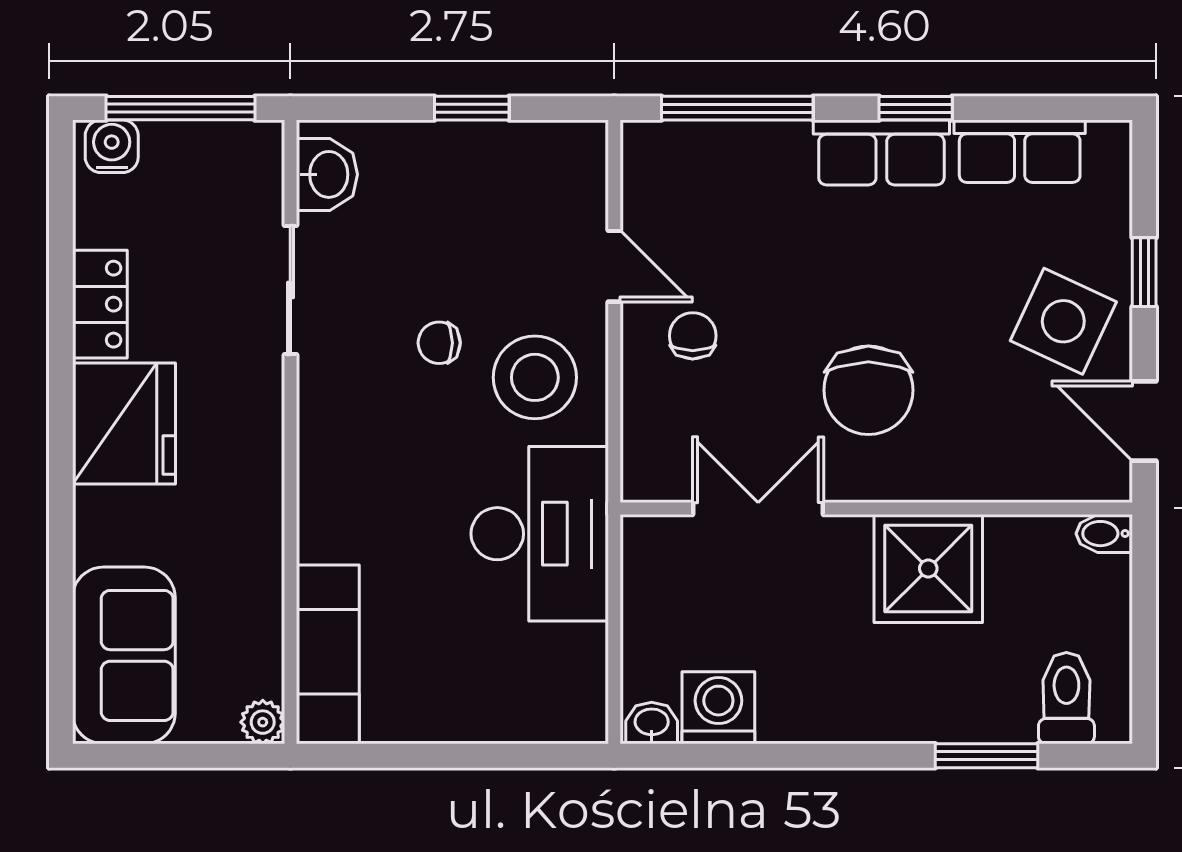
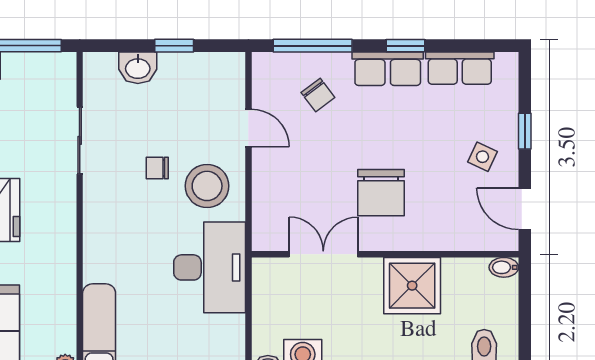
washbasin: (327, 174) -> (138, 68), moved, turned 90
side table: (1063, 321) -> (482, 157), width x0.54, depth x0.54
chair: (693, 336) -> (318, 95), moved, turned 143

